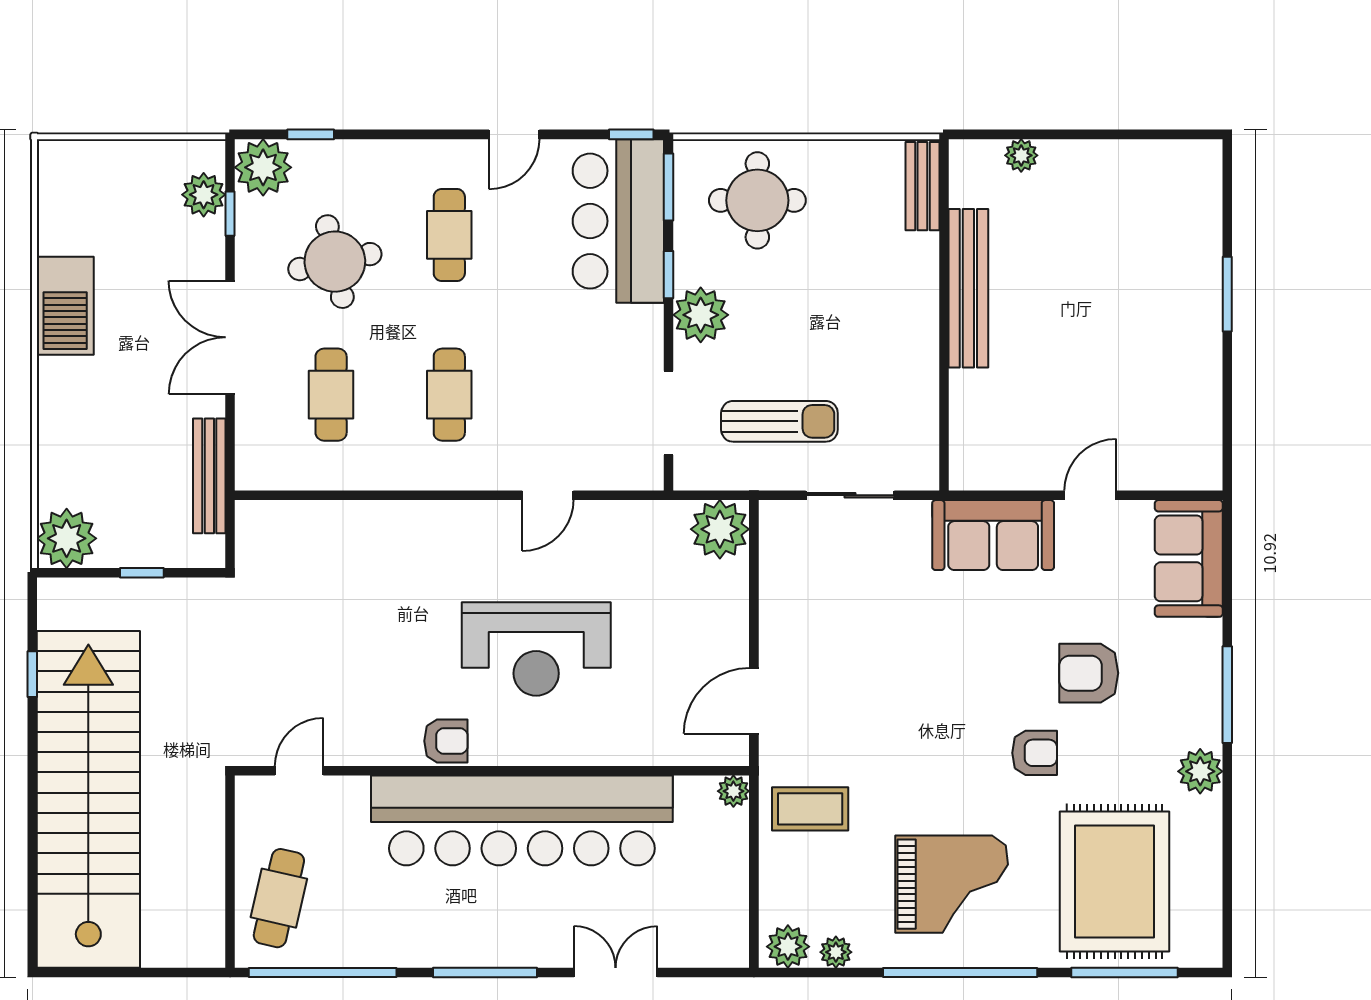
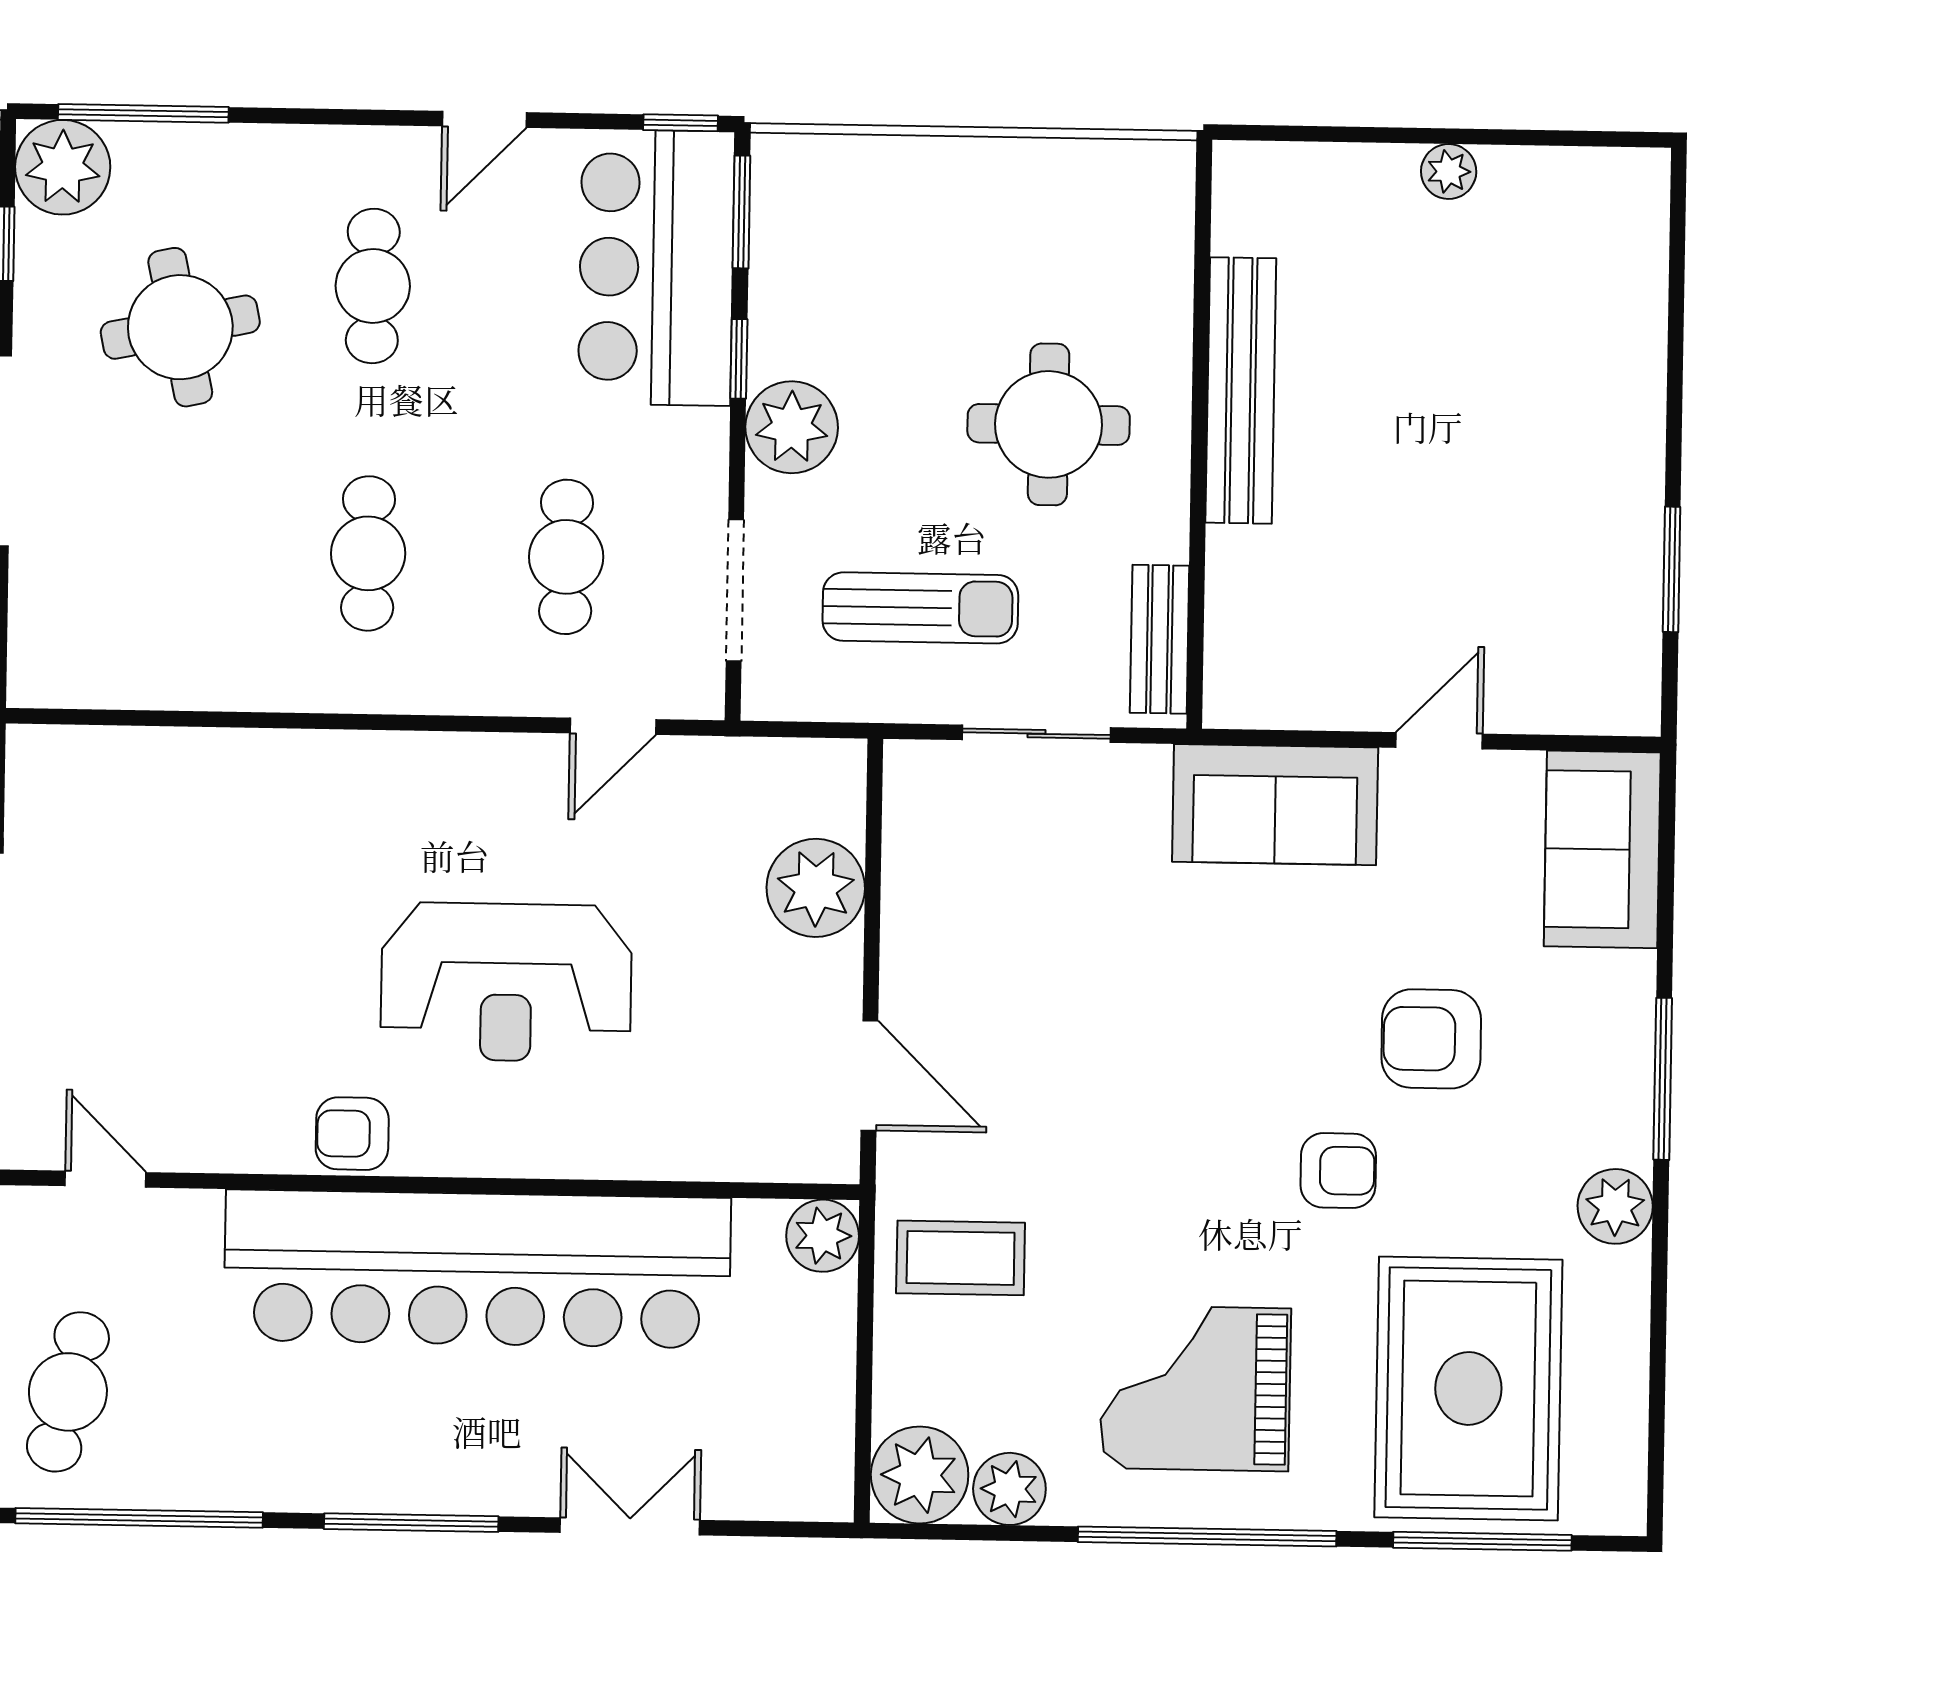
window: (311, 134) -> (143, 113), width x2.17
plant: (1021, 155) -> (1449, 172), moved
bench: (922, 186) -> (1160, 639), moved
round table: (757, 200) -> (1049, 424), moved
window: (1227, 294) -> (1672, 569), moved
cafe table: (331, 395) -> (566, 557), moved
door: (548, 495) -> (613, 726), moved
plant: (720, 529) -> (816, 888), moved
door: (754, 701) -> (869, 1076), swing flipped
armchair: (446, 741) -> (352, 1134), turned 180
door: (299, 771) -> (106, 1179), hinge flipped
plant: (733, 791) -> (823, 1236), width x1.38, depth x1.38
grand piano: (952, 884) -> (1195, 1388), turned 180
plant: (788, 947) -> (920, 1475), width x1.36, depth x1.36
plant: (836, 952) -> (1009, 1489), width x1.38, depth x1.38

